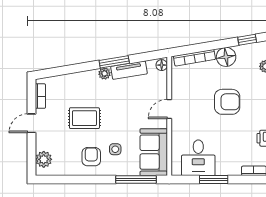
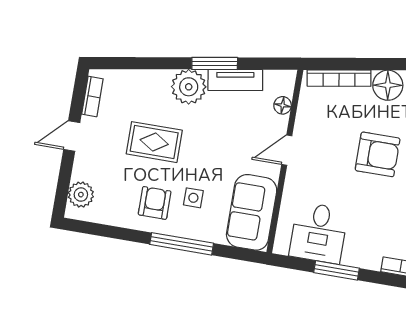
floor lamp: (162, 65) -> (283, 105), moved
plant: (105, 73) -> (189, 87), width x1.88, depth x1.88
window: (136, 180) -> (182, 244), moved

